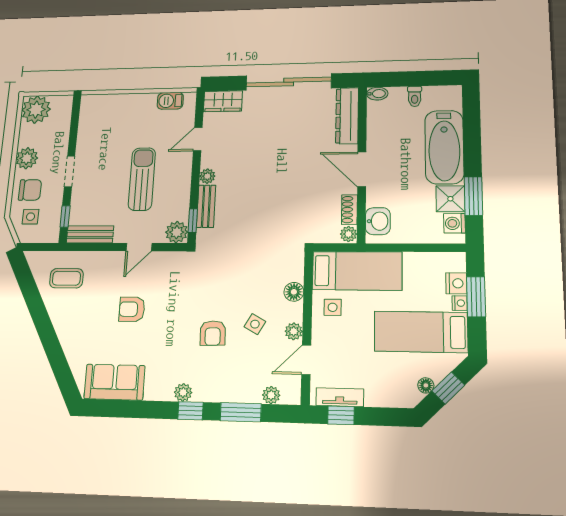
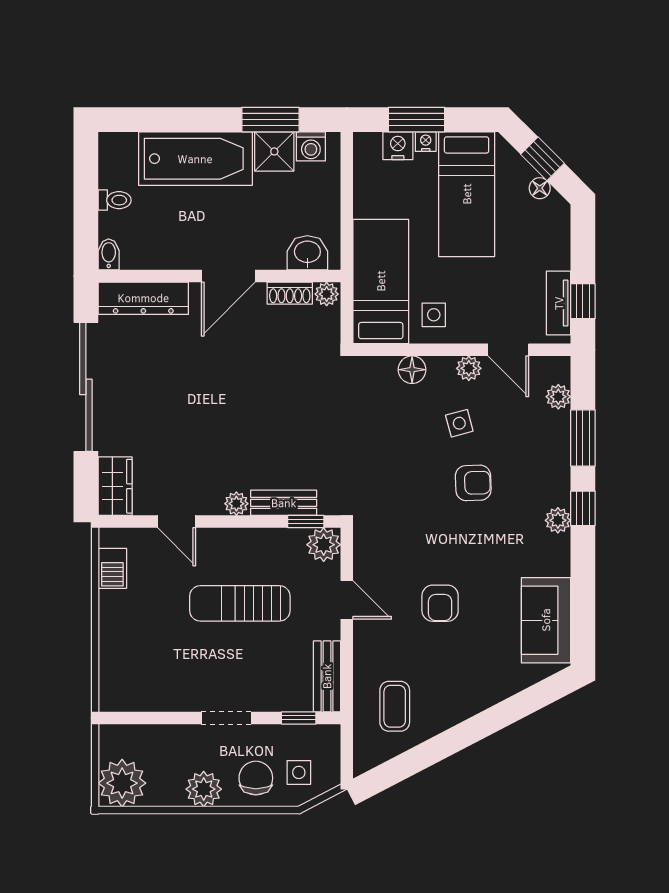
side table: (255, 324) -> (459, 423), turned 45

